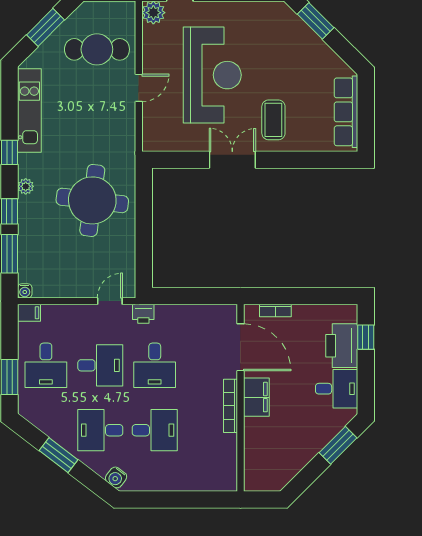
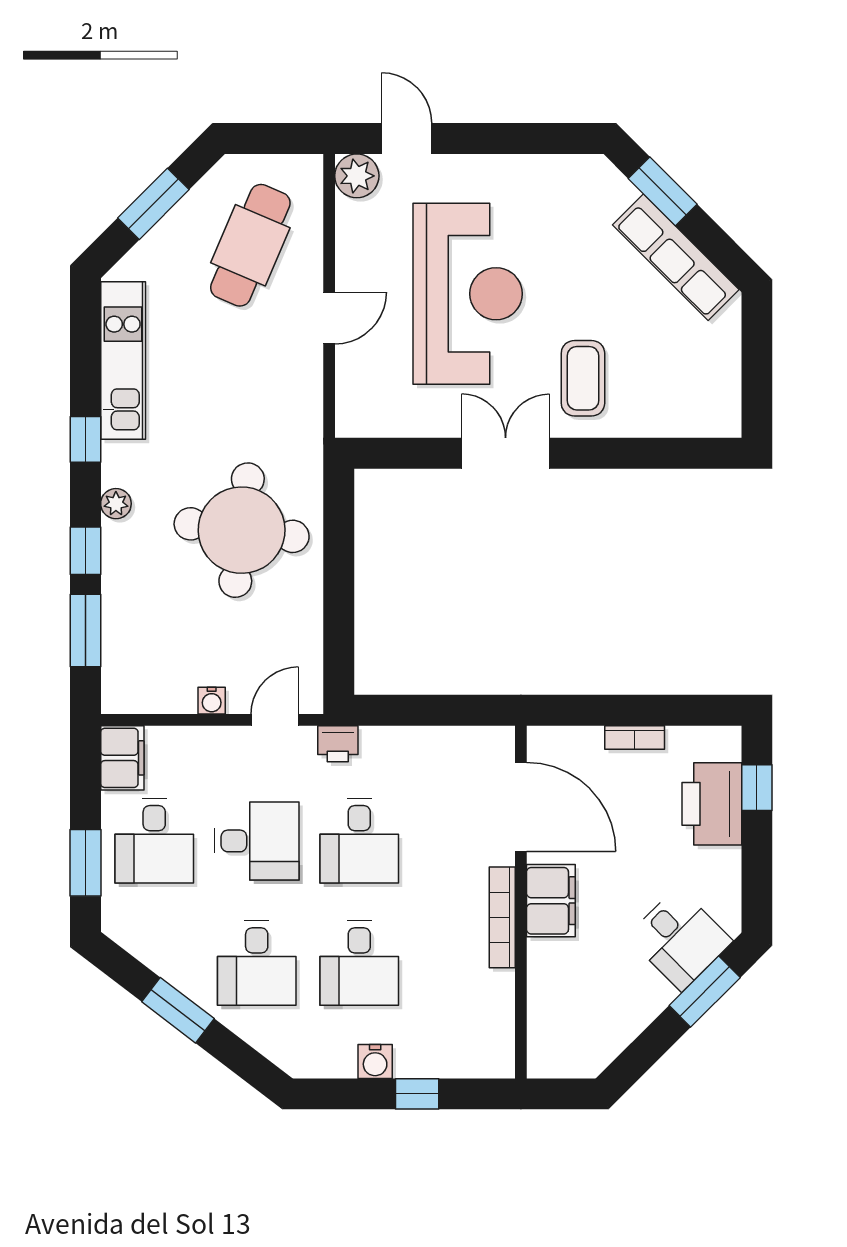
cafe table: (97, 49) -> (250, 245), turned -67
row of seats: (346, 112) -> (676, 257), moved, turned -45
water cooler: (25, 291) -> (212, 701), moved
bookcase: (275, 310) -> (635, 737), moved
filing cabinet: (29, 313) -> (122, 758), width x2.00
desk: (337, 389) -> (680, 939), moved, turned 45
desk: (100, 430) -> (257, 963), turned -90
desk: (155, 430) -> (359, 963), turned 90
water cooler: (116, 477) -> (375, 1061), moved, turned -37
window: (185, 500) -> (417, 1094), added

